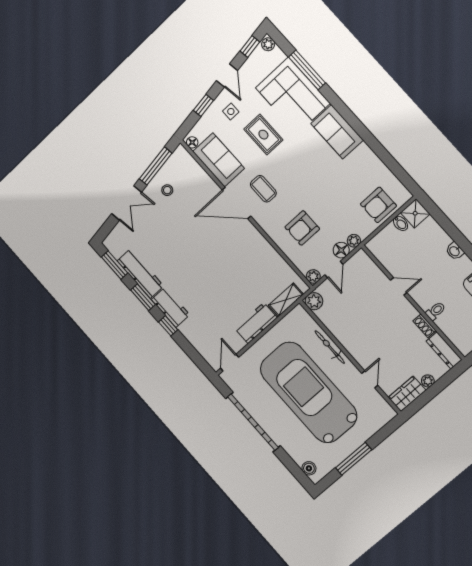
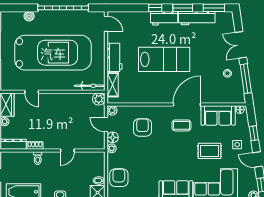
lab bench: (212, 269) -> (164, 59), added
bicycle: (330, 347) -> (90, 86), moved
boiler: (309, 468) -> (29, 16), moved

